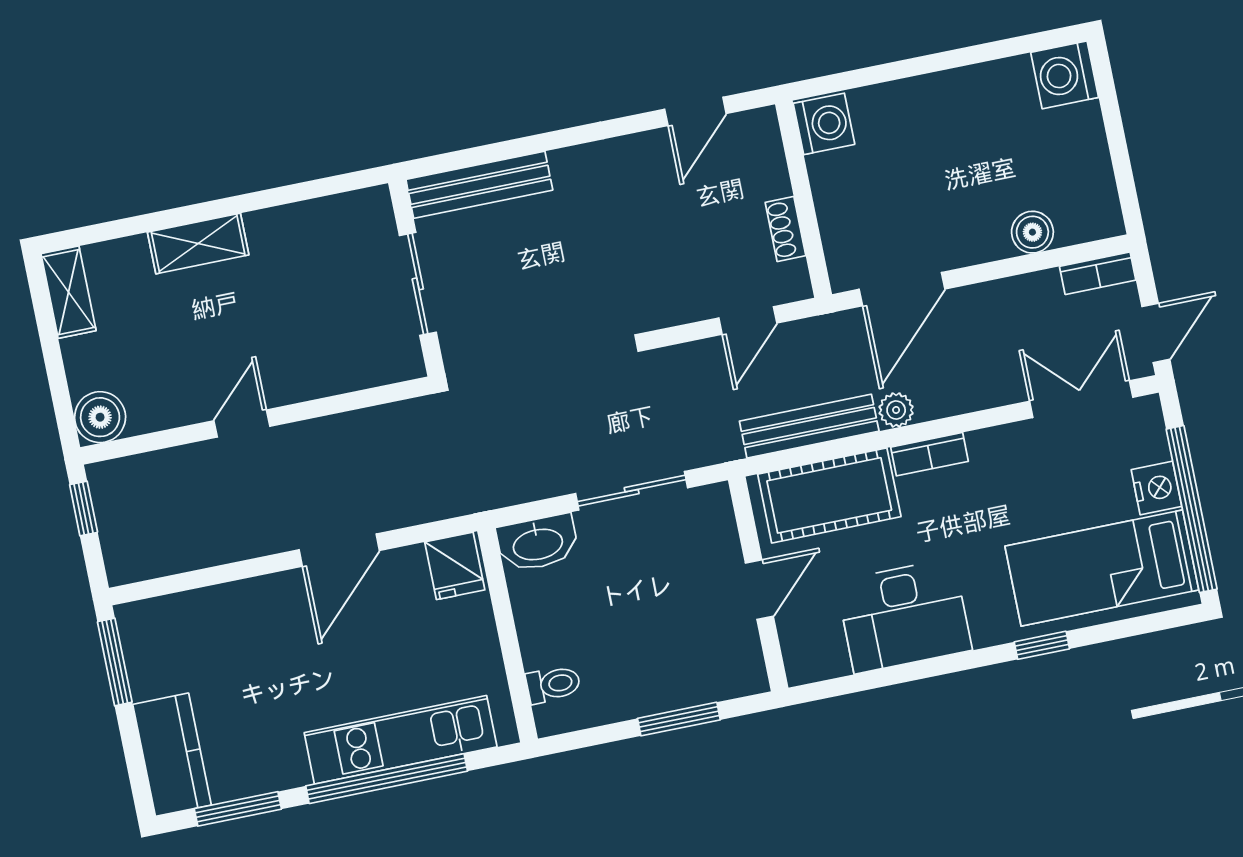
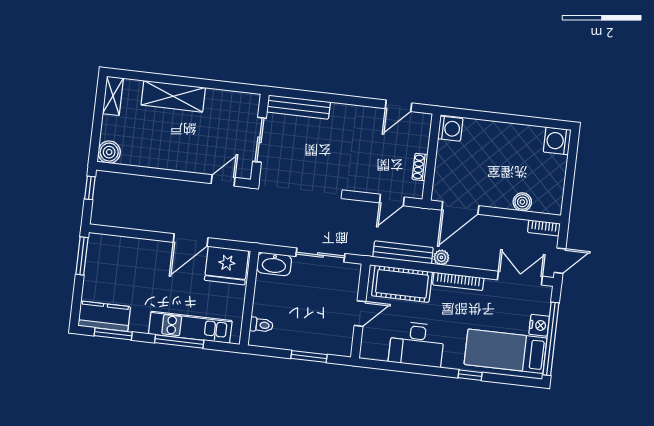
shelving: (198, 244) -> (173, 96), width x1.50, depth x1.33
door: (242, 423) -> (223, 180), moved
bookcase: (929, 454) -> (458, 281), width x1.56
fridge: (455, 566) -> (227, 265), width x1.88, depth x1.34
kitchen counter: (172, 755) -> (104, 316), moved, turned -90
window: (387, 779) -> (179, 341), width x0.68

